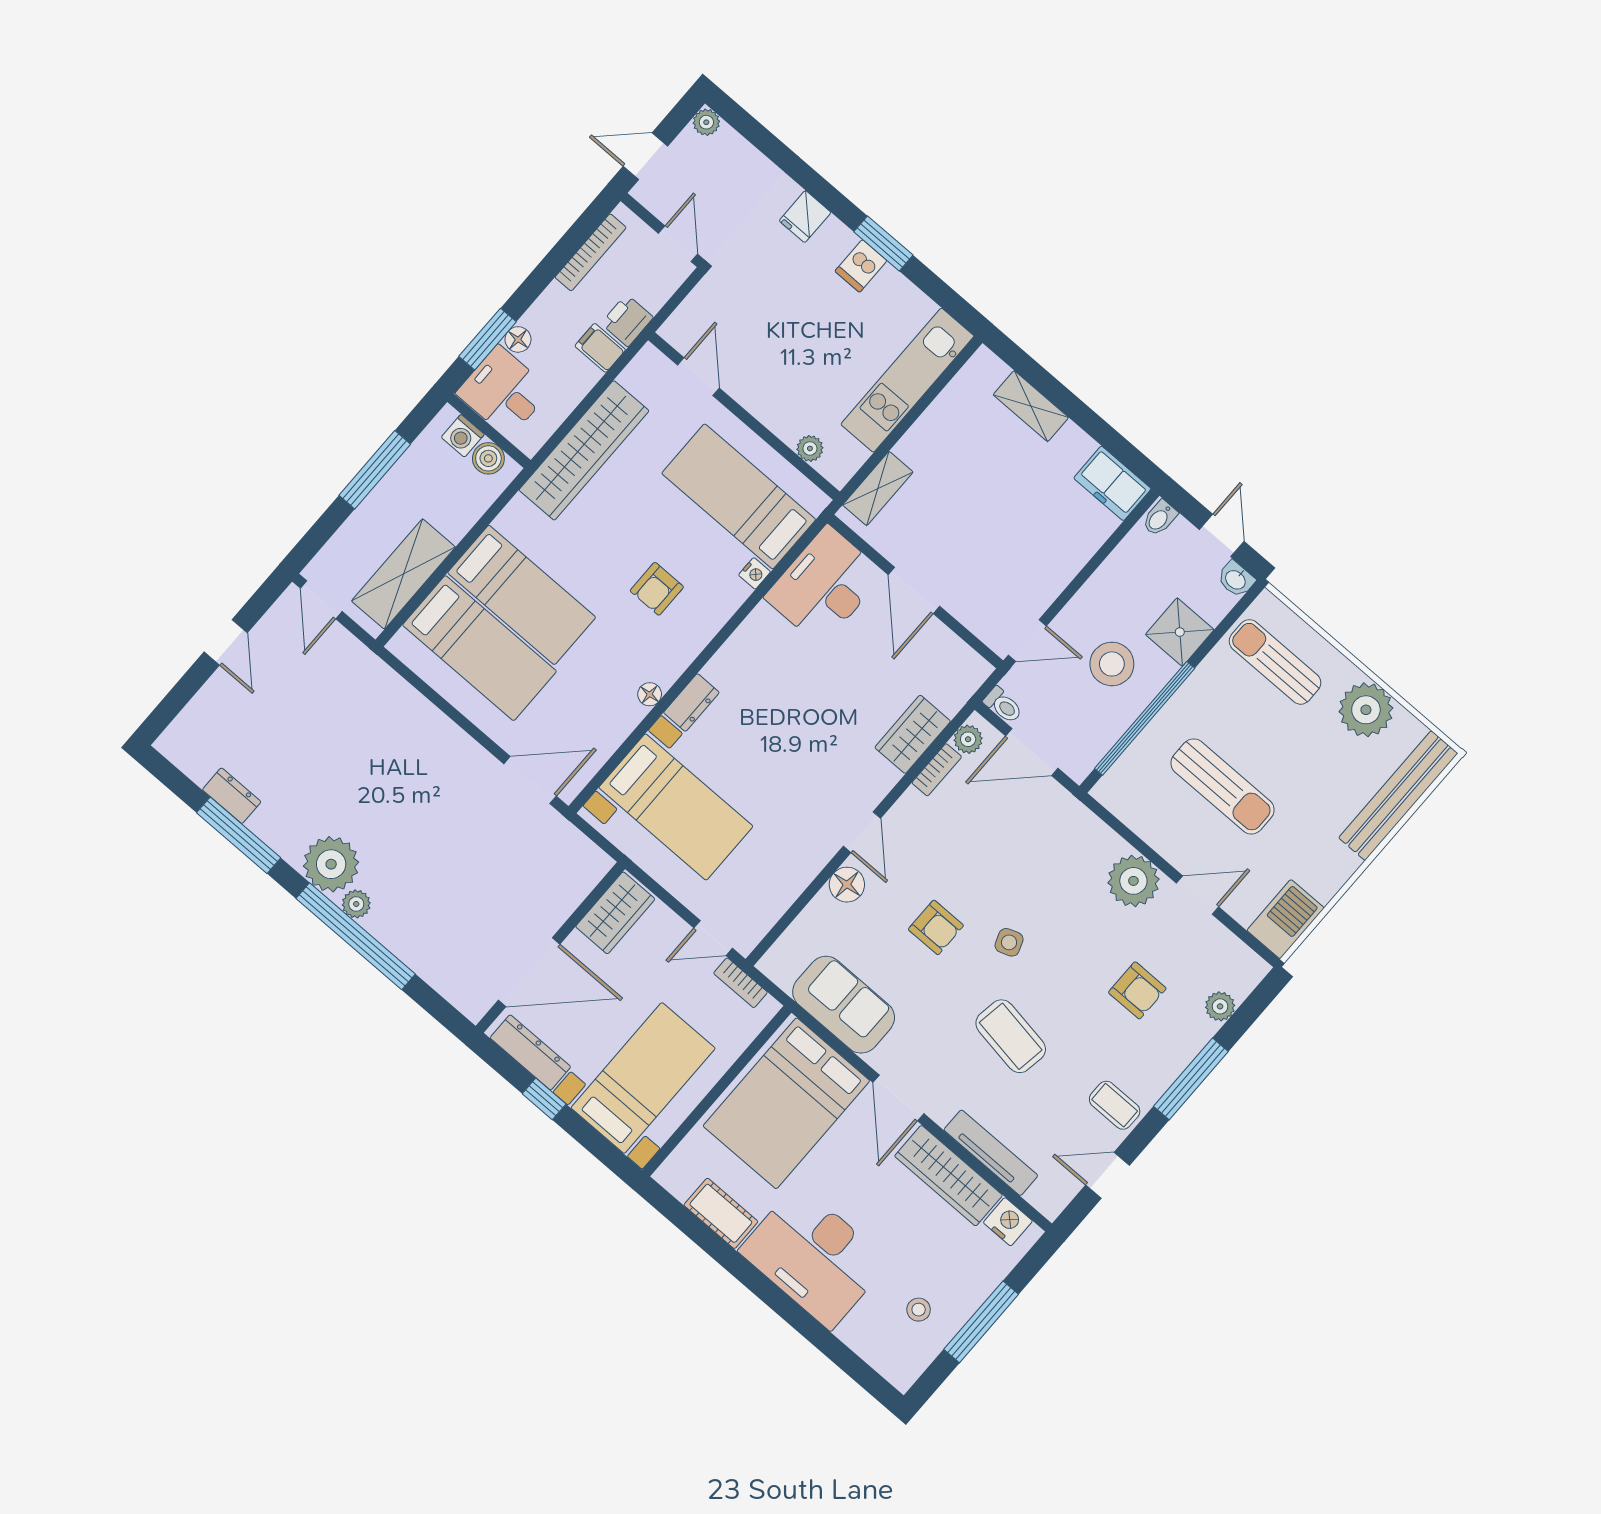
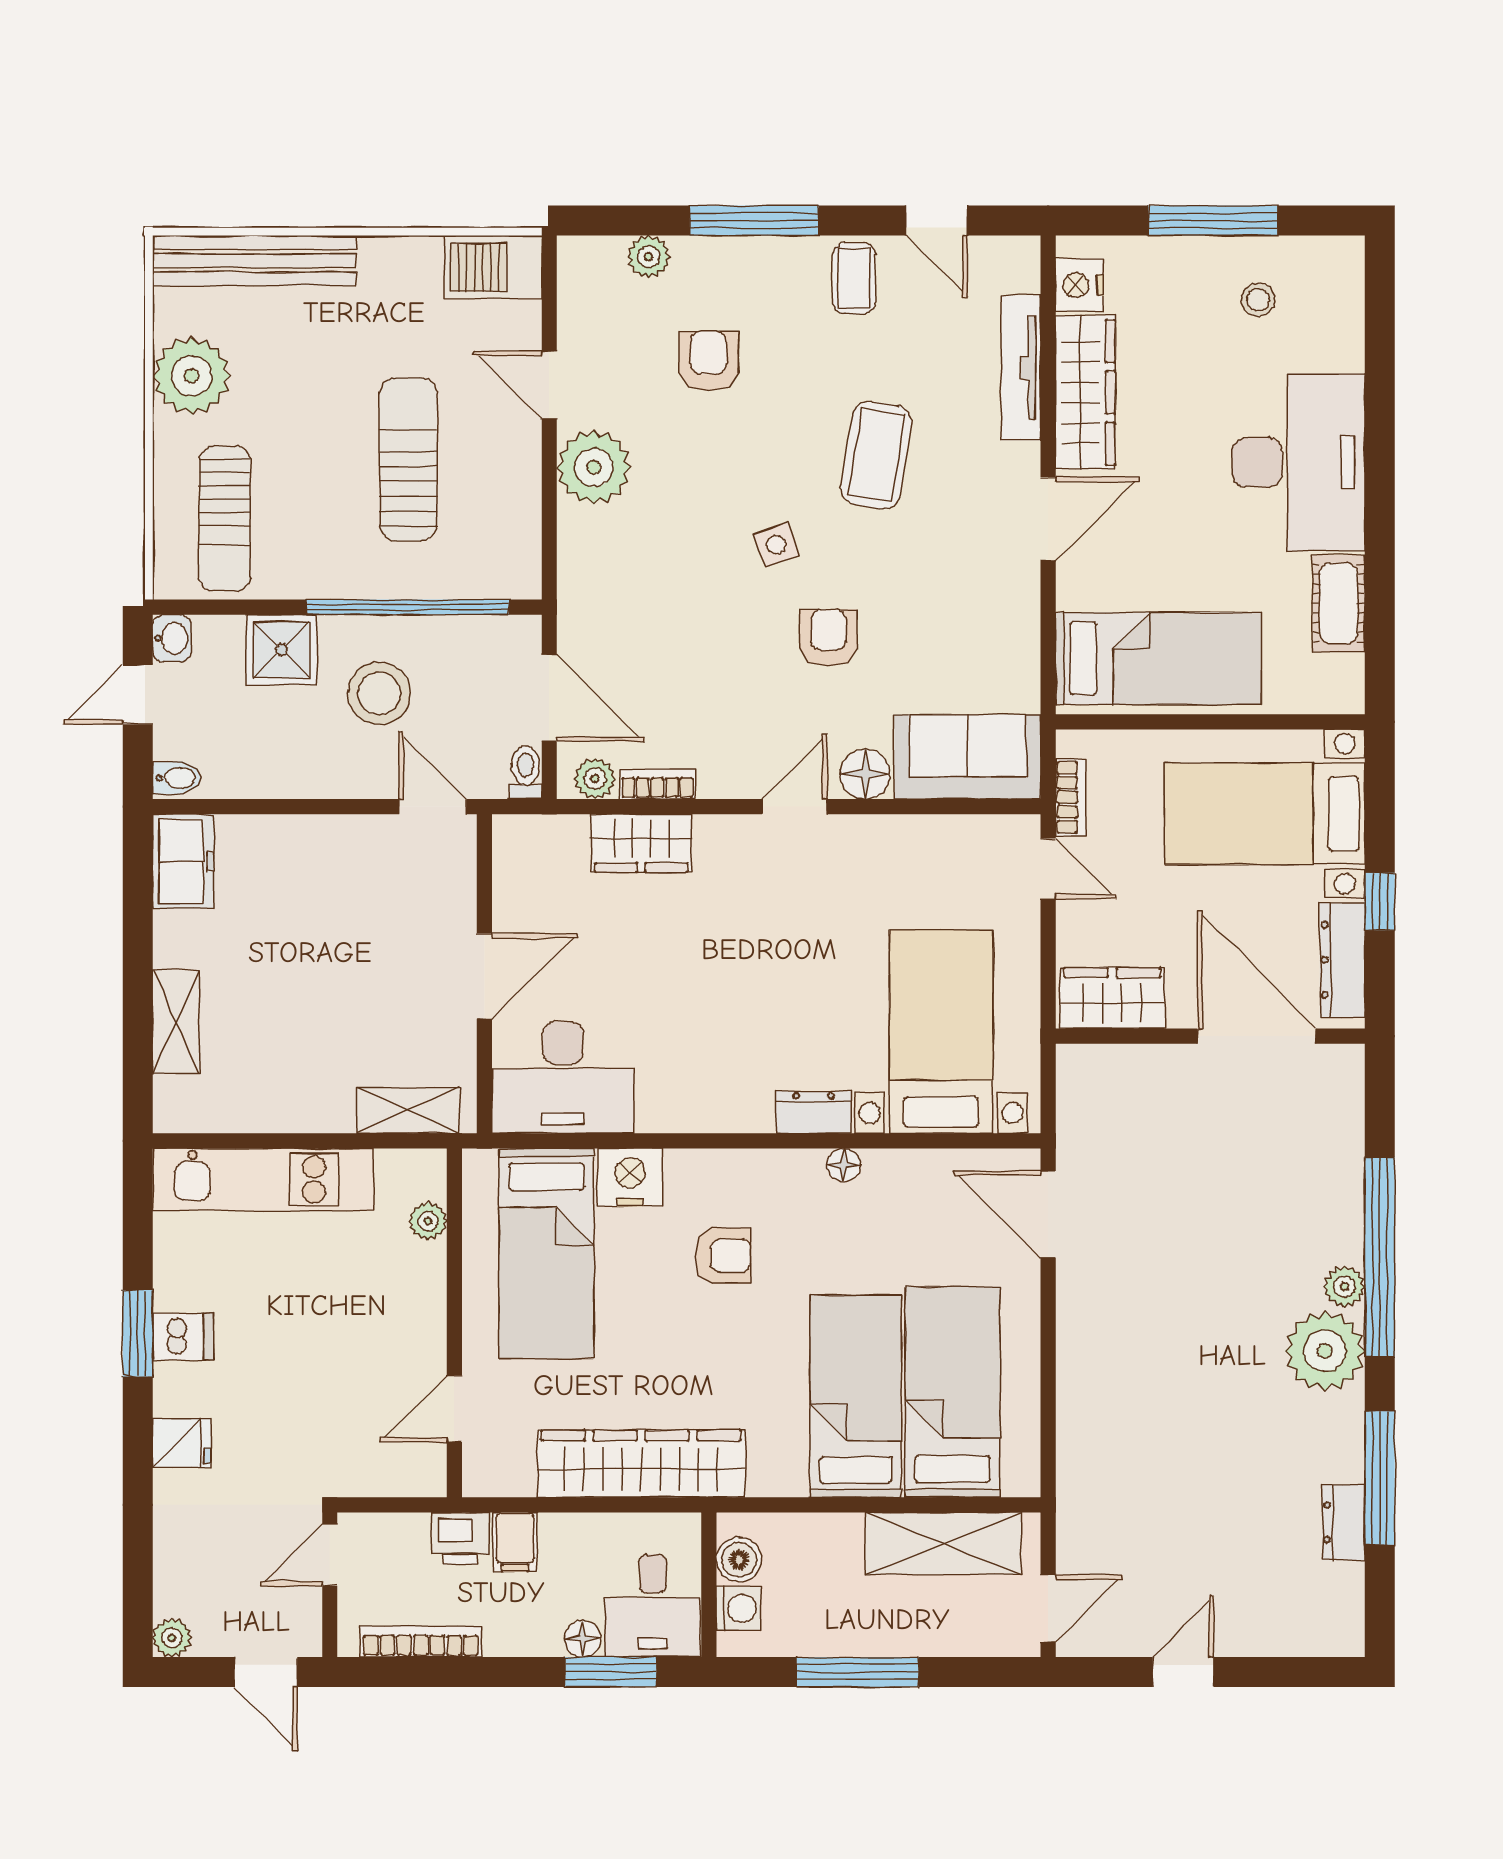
nightstand: (755, 573) -> (630, 1177), width x1.89, depth x1.79
sofa: (844, 1005) -> (967, 757), moved, turned 90
bed: (786, 1103) -> (1158, 658), width x0.67

